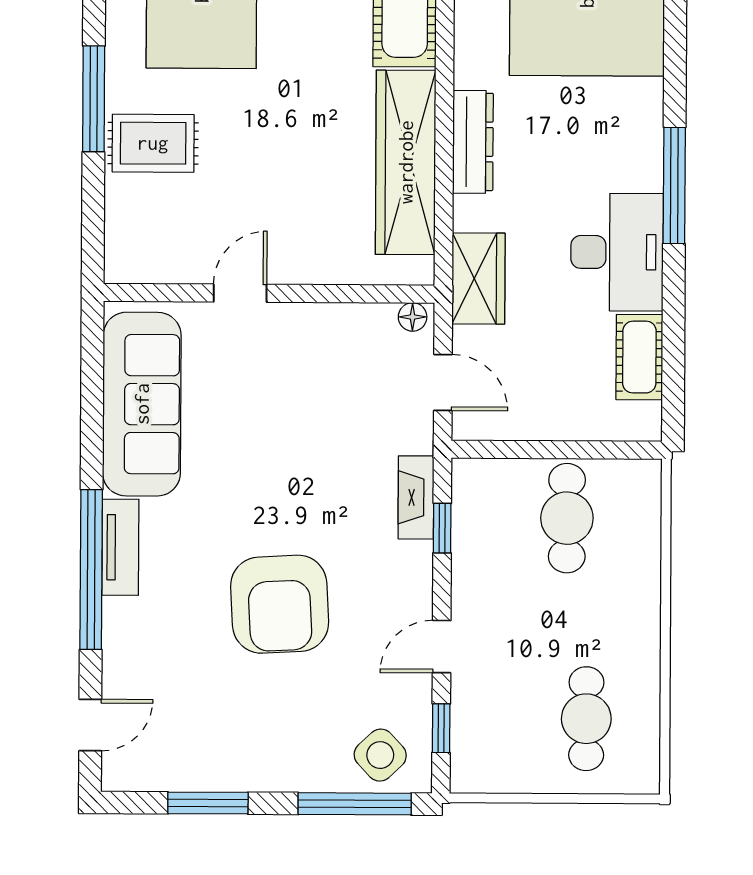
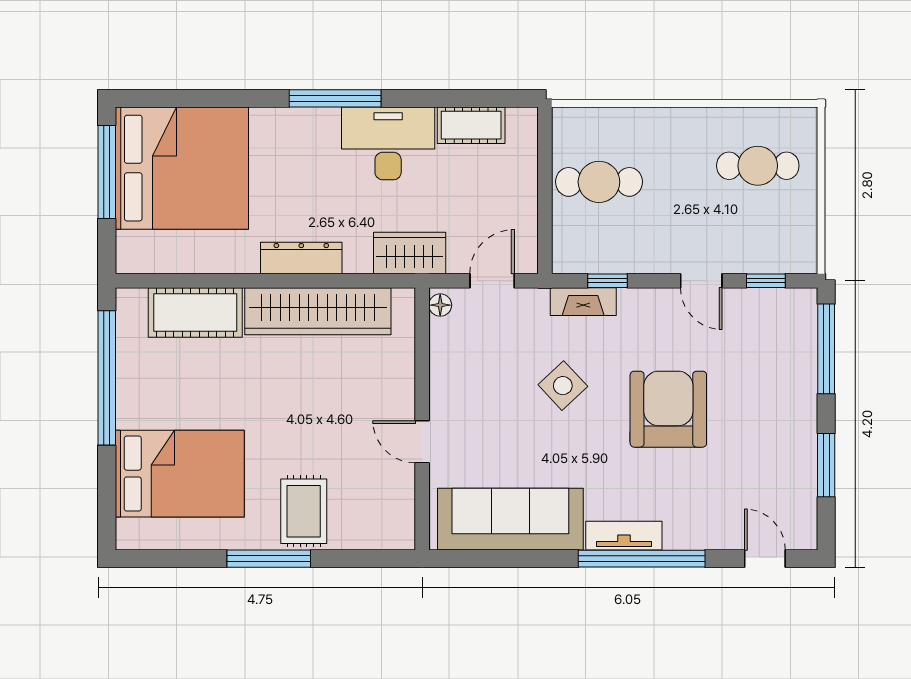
armchair: (280, 604) -> (668, 409), turned -87
side table: (380, 755) -> (563, 386), moved

